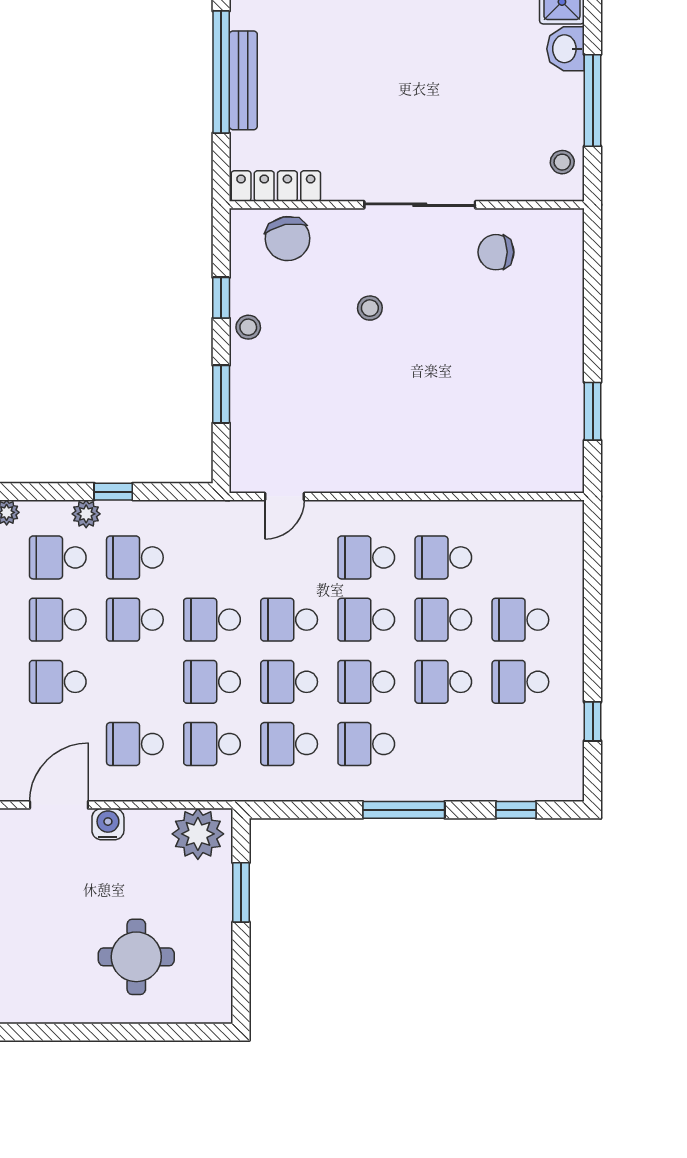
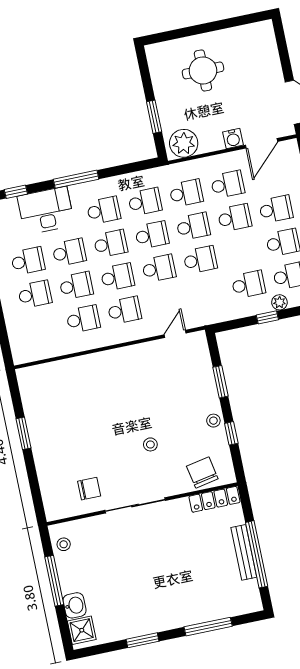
window: (593, 411) -> (23, 433), moved
school desk: (135, 620) -> (234, 218), moved
desk: (469, 765) -> (46, 211), added

